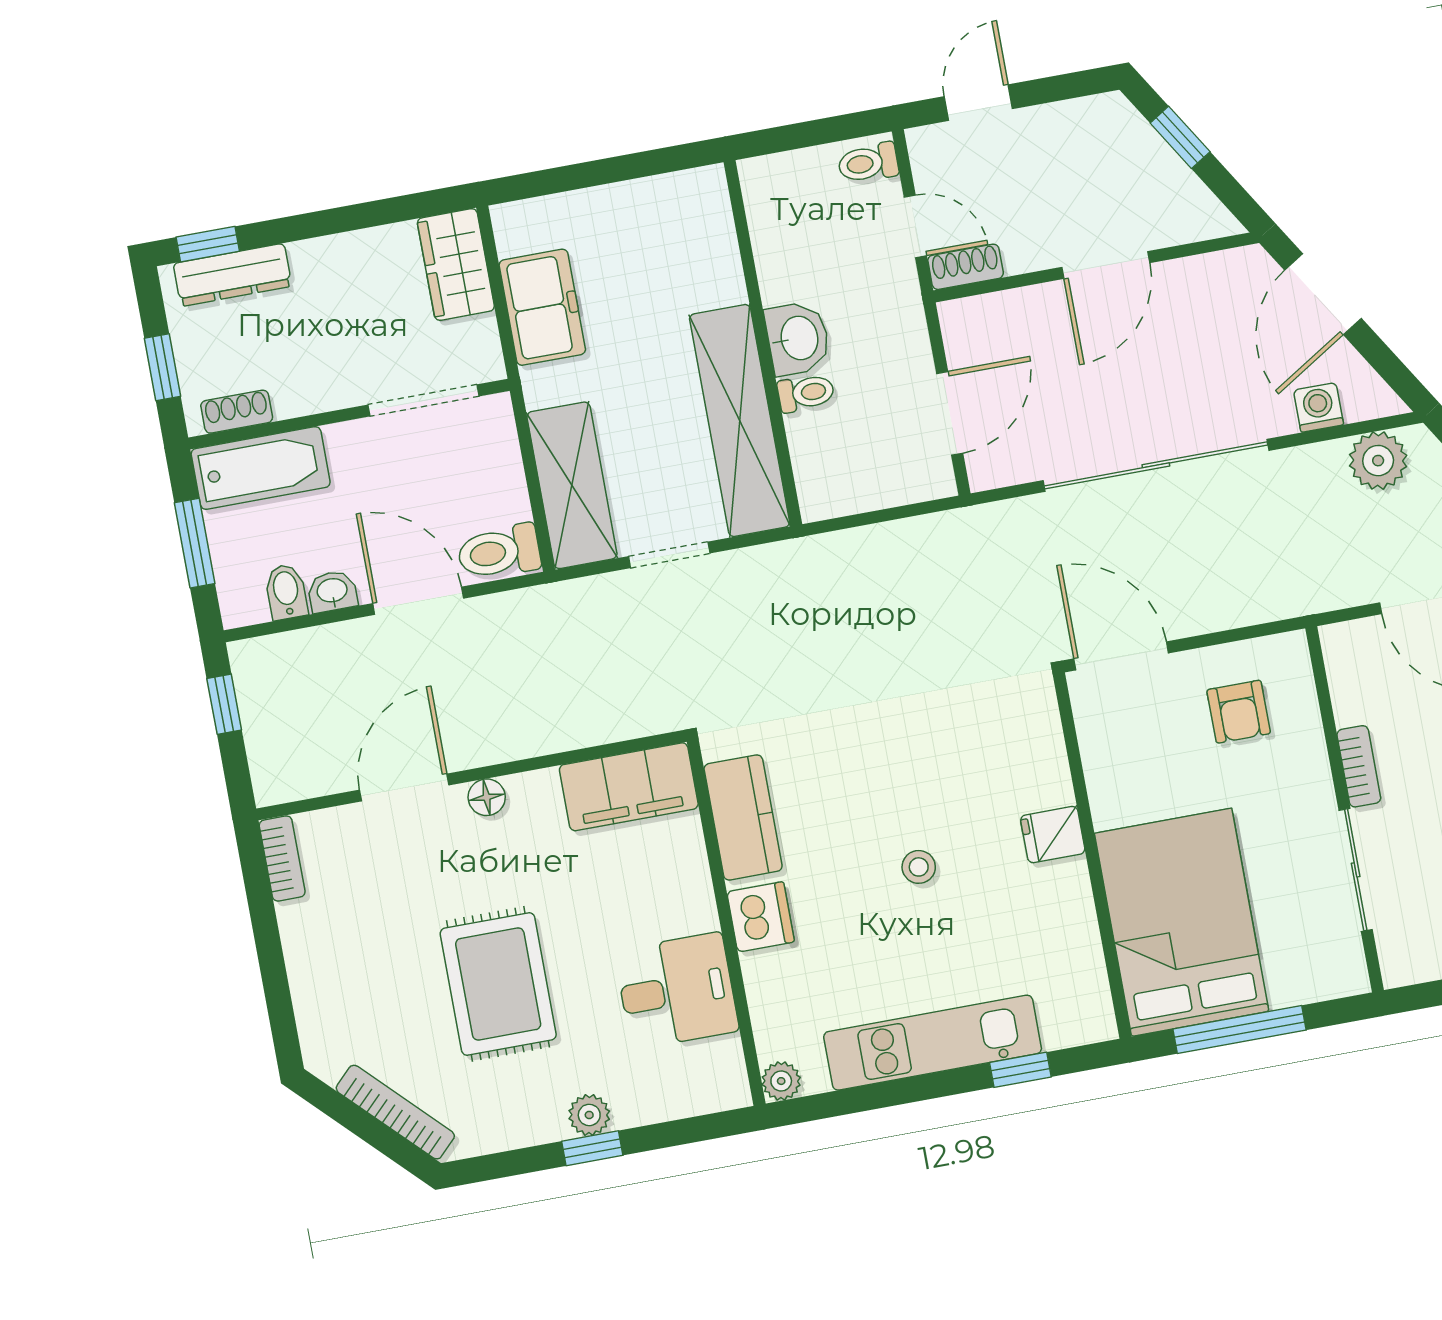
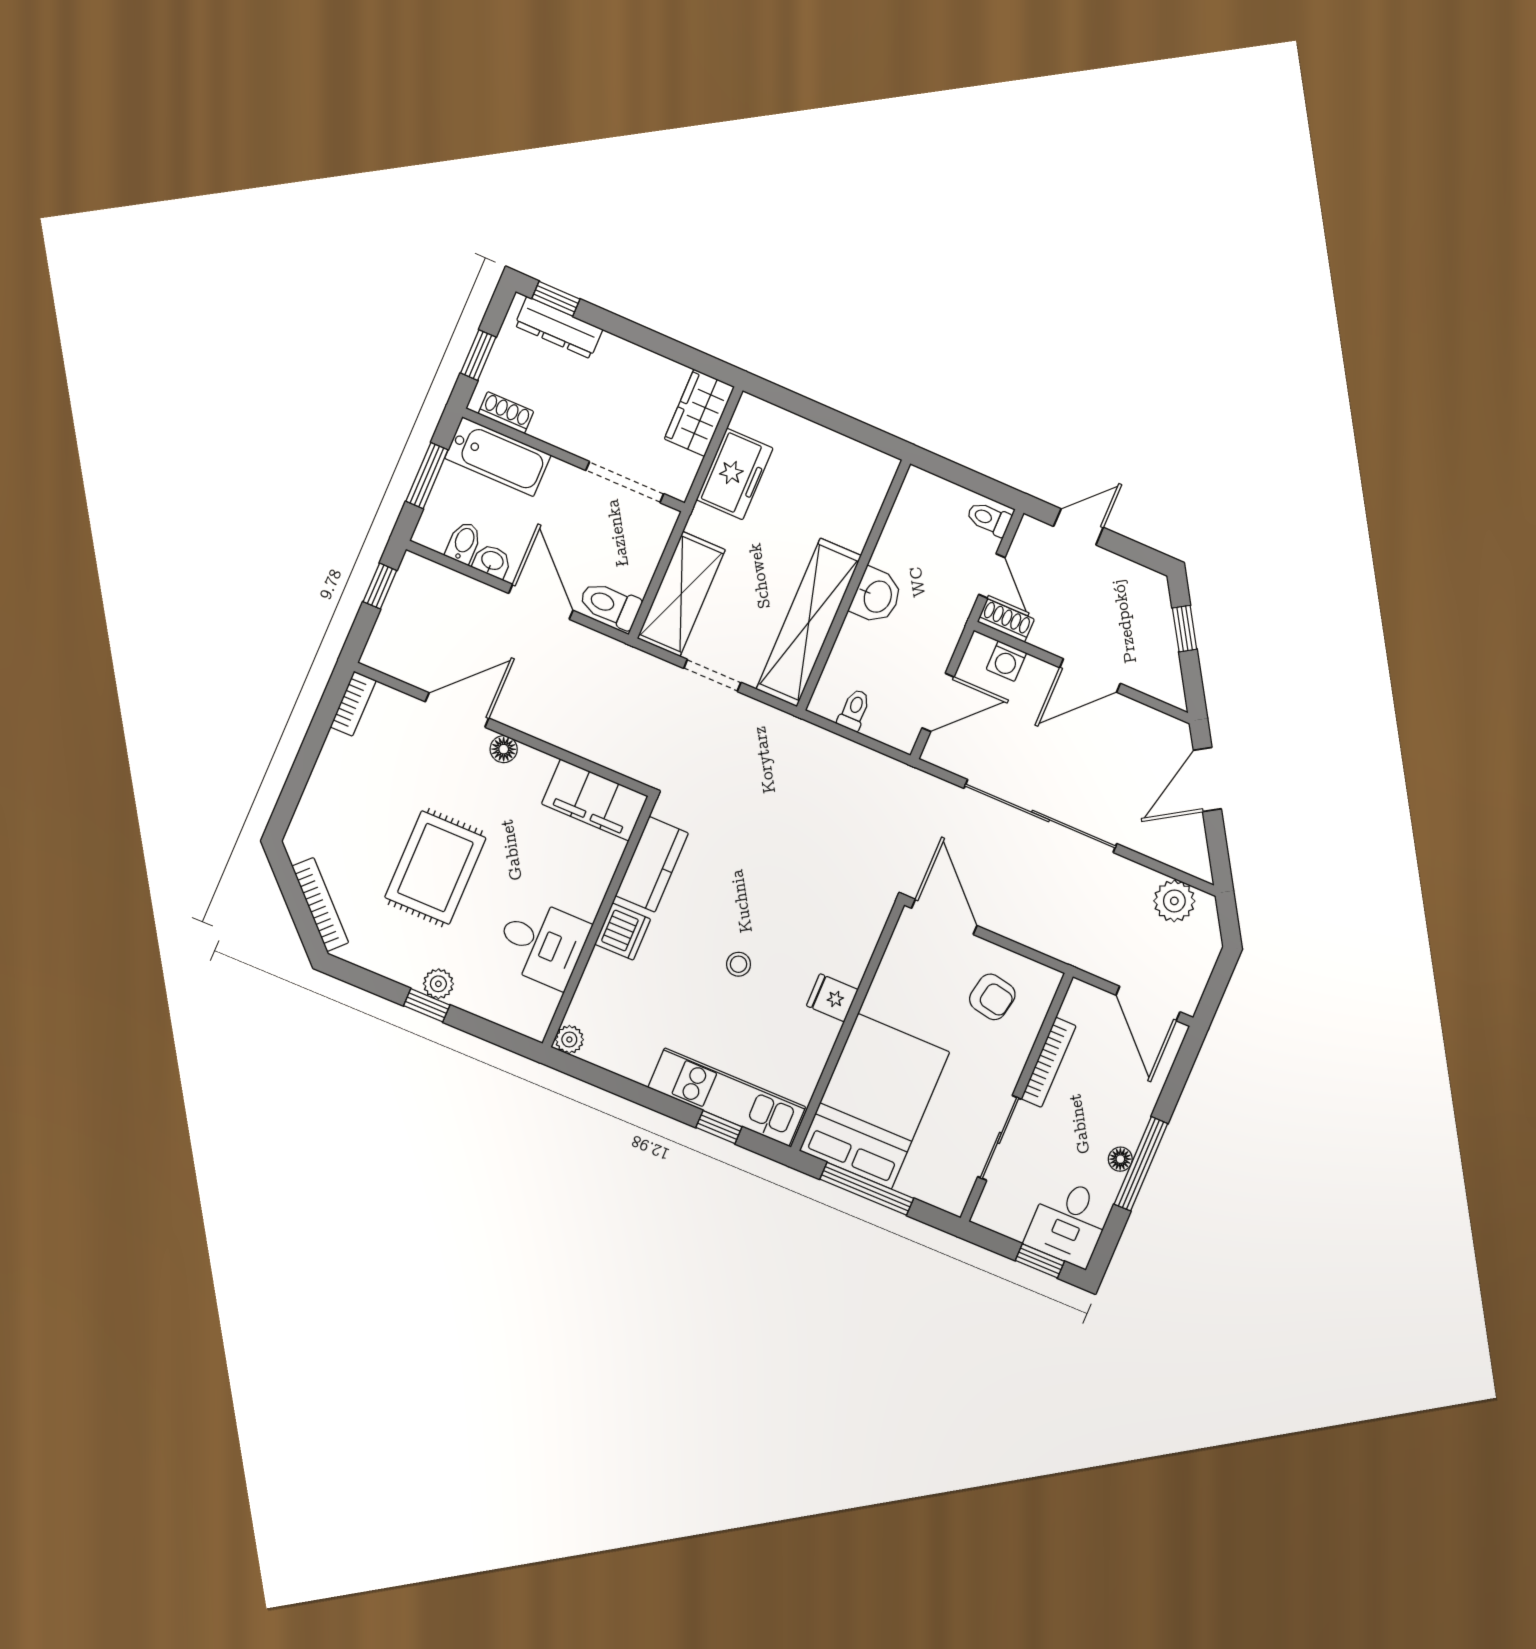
toilet: (806, 393) -> (854, 710), moved, turned -90
washing machine: (1319, 407) -> (1006, 661), moved, turned 180
armchair: (1239, 712) -> (992, 997), turned -79
bookcase: (1359, 766) -> (1049, 1062), width x1.56
kitchen unit: (933, 1043) -> (727, 1097), moved

